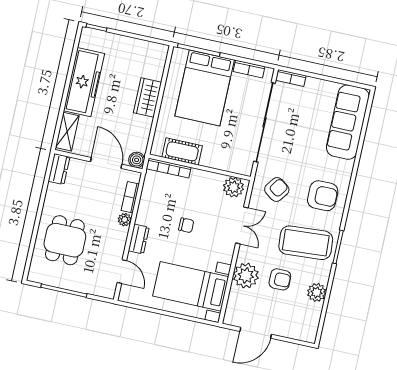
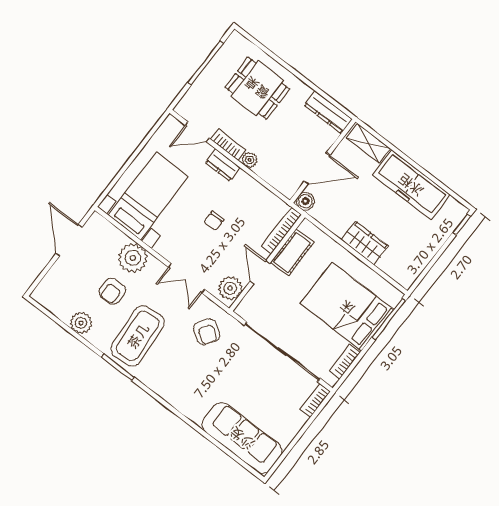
dresser: (59, 169) -> (328, 112), width x1.44
door: (210, 170) -> (260, 272), added
armchair: (323, 196) -> (178, 376), removed
bookcase: (130, 197) -> (228, 144), moved

